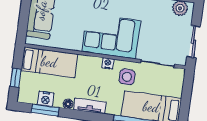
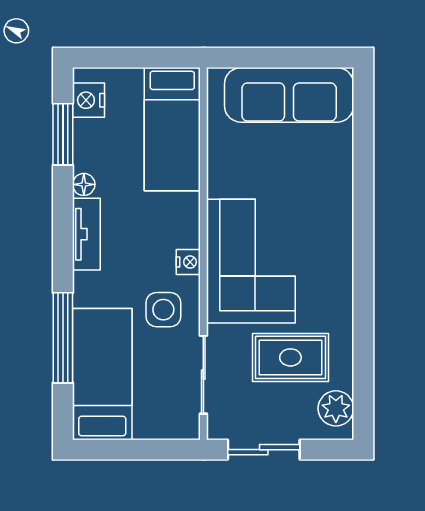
rug: (155, 25) -> (290, 357), added
window: (16, 78) -> (127, 58), removed
nightstand: (46, 99) -> (89, 100), moved

